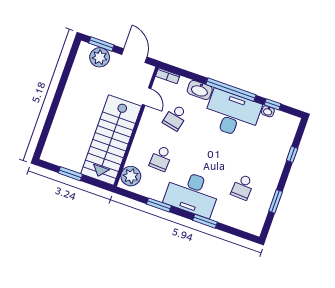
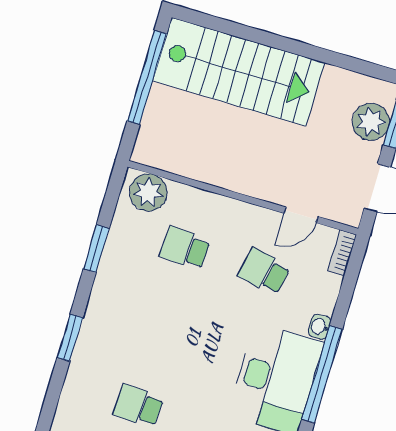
washbasin: (200, 90) -> (319, 327), width x0.52, depth x0.69
stairs: (111, 140) -> (239, 72), moved, turned 180
window: (70, 174) -> (147, 77), width x2.11
desk: (192, 193) -> (122, 311), removed

